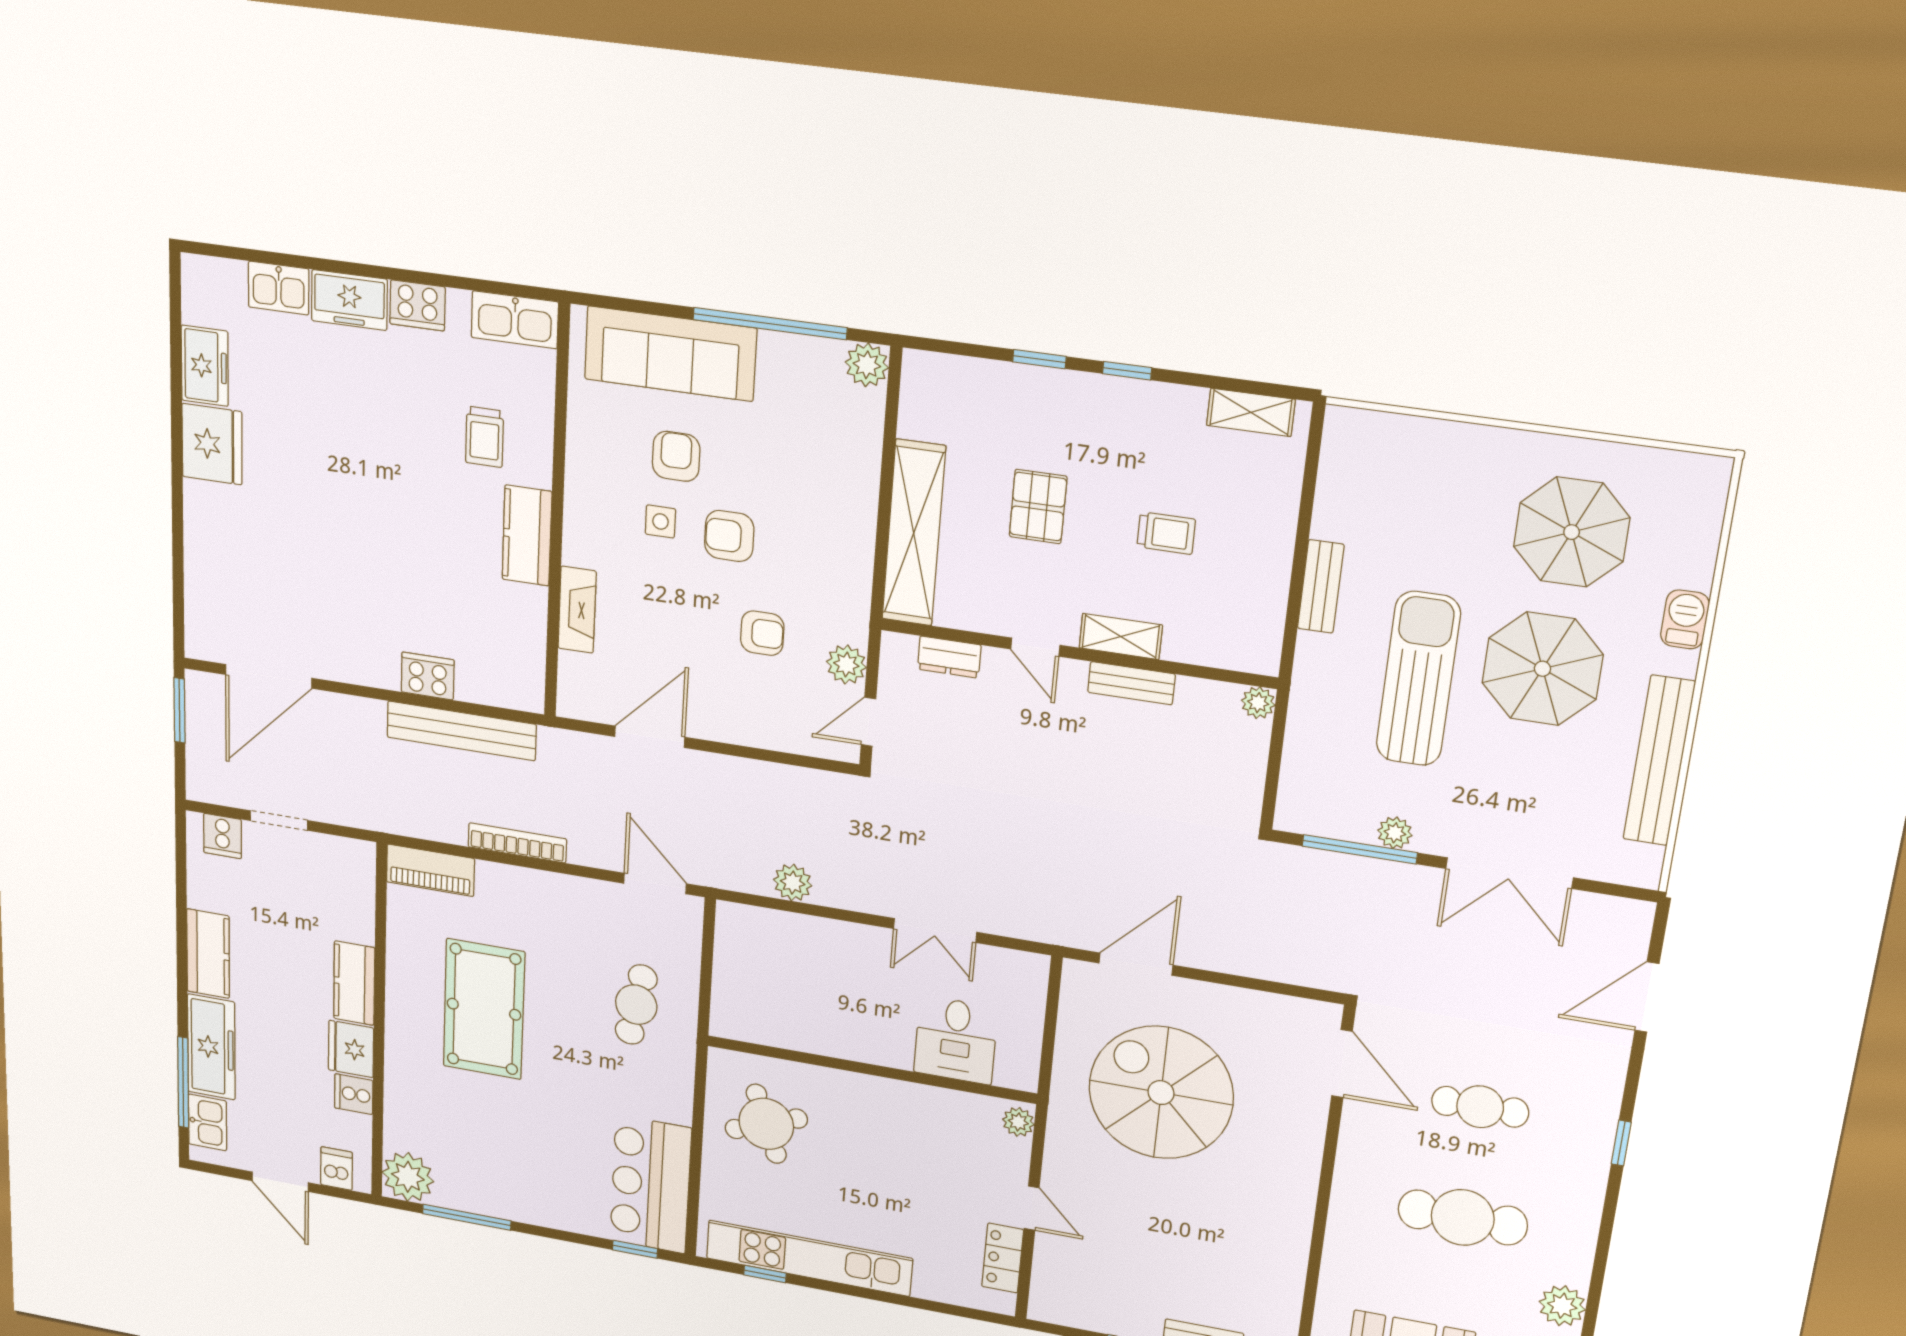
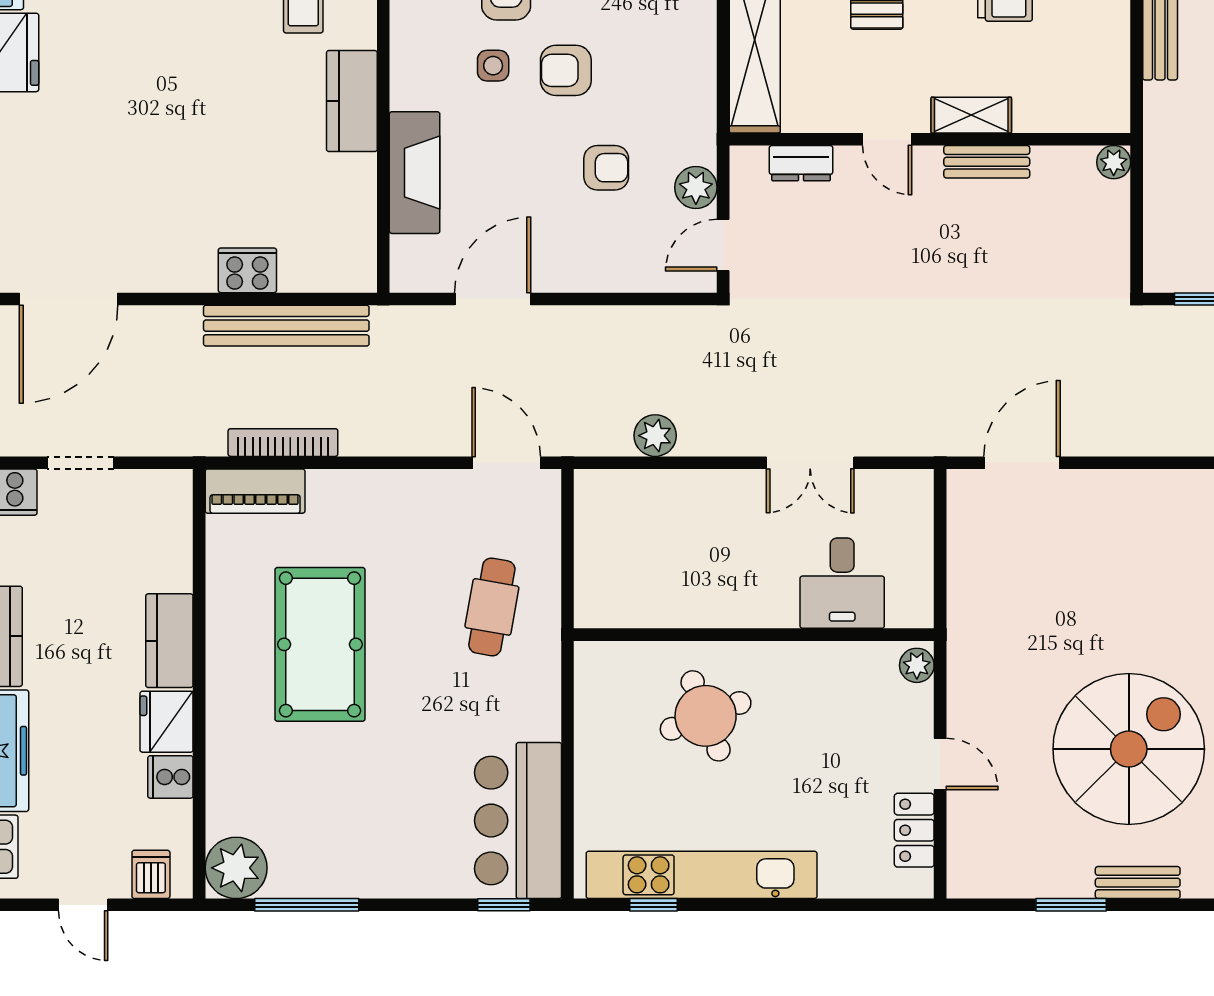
fireplace: (577, 610) -> (415, 173), width x1.37, depth x1.32
bookcase: (517, 843) -> (283, 443), moved
spiral stairs: (1161, 1093) -> (1129, 749), moved, turned 90
round table: (766, 1124) -> (706, 716), moved
door: (280, 1182) -> (83, 905), width x0.73

